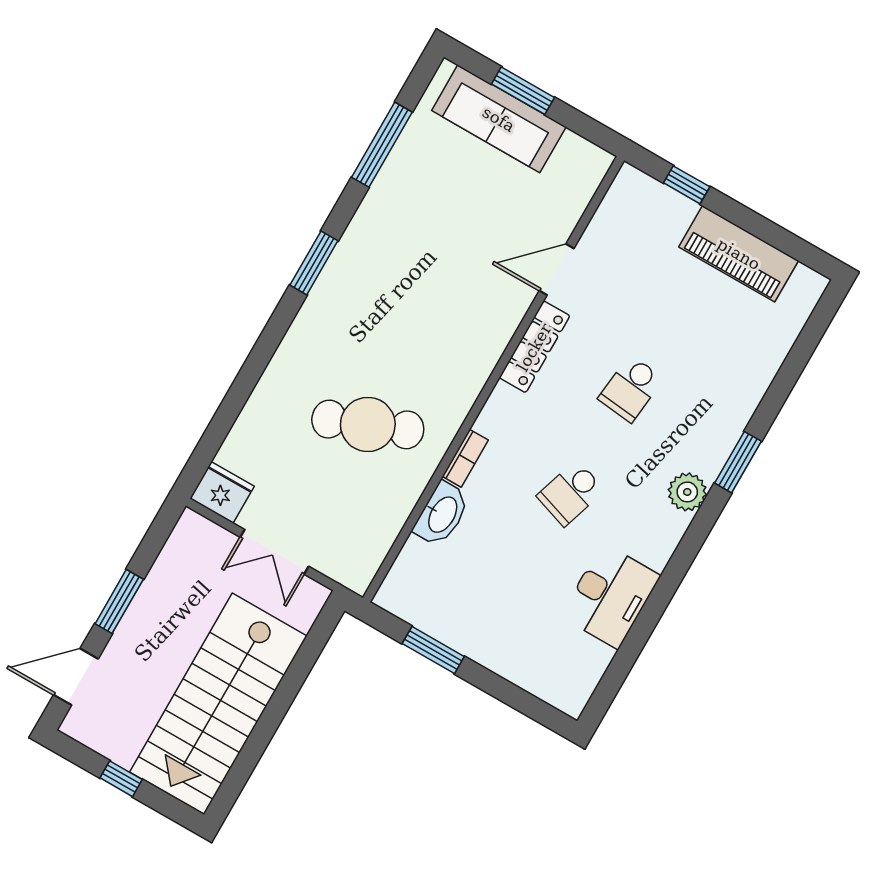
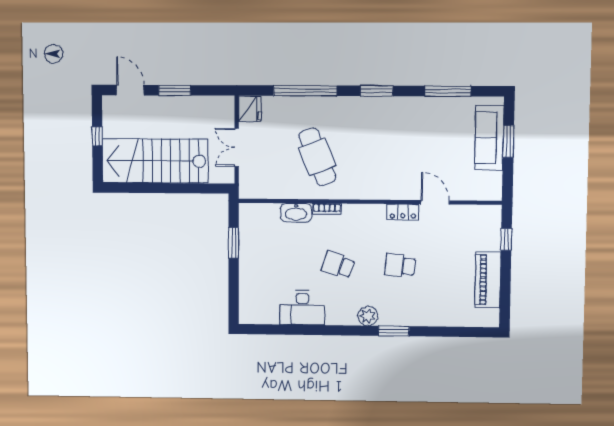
locker: (534, 347) -> (403, 212), width x0.66
window: (245, 382) -> (305, 91), added

